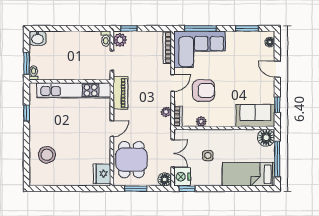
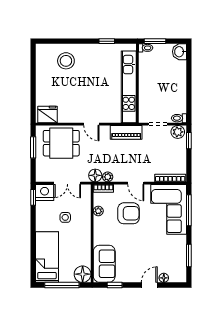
floor lamp: (270, 42) -> (164, 278), moved
armchair: (204, 91) -> (129, 213), turned -90
floor lamp: (165, 179) -> (95, 175), moved

